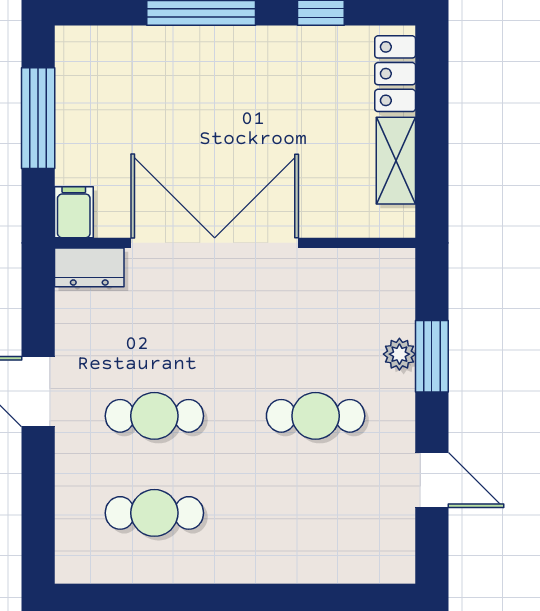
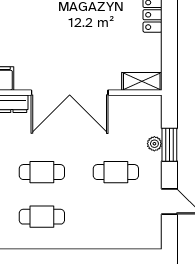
shelving: (396, 161) -> (142, 81), moved, turned 90
double door: (215, 243) -> (70, 93), swing flipped

